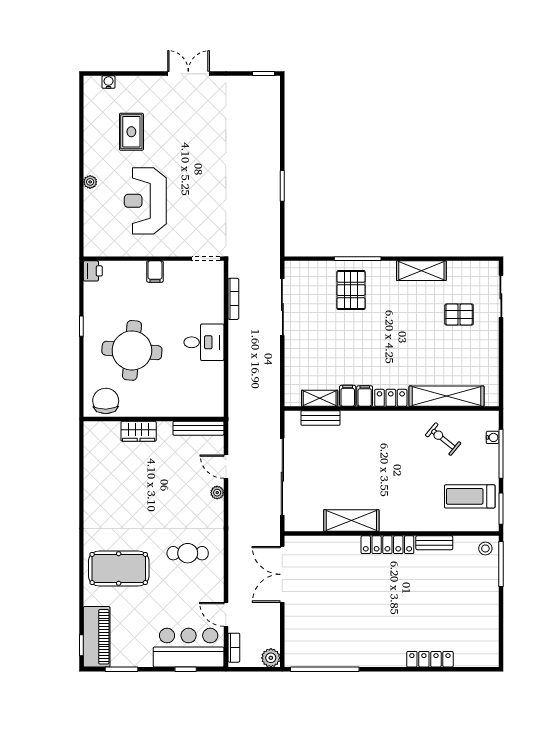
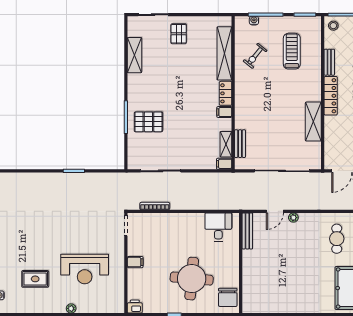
shelving: (421, 271) -> (135, 55), moved
pallet: (459, 314) -> (179, 34), moved
desk: (204, 342) -> (218, 227), moved
filing cabinet: (348, 396) -> (224, 164), moved
chair: (106, 401) -> (228, 297), turned -89
wardrobe: (139, 431) -> (249, 274), removed
treadmill: (470, 496) -> (292, 51), moved, turned 180

